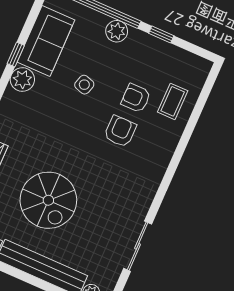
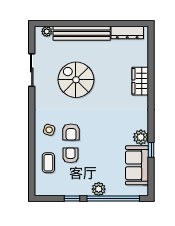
side table: (84, 85) -> (49, 130), moved
armchair: (136, 98) -> (71, 155), turned -90
spiral stairs: (48, 200) -> (76, 80), moved

